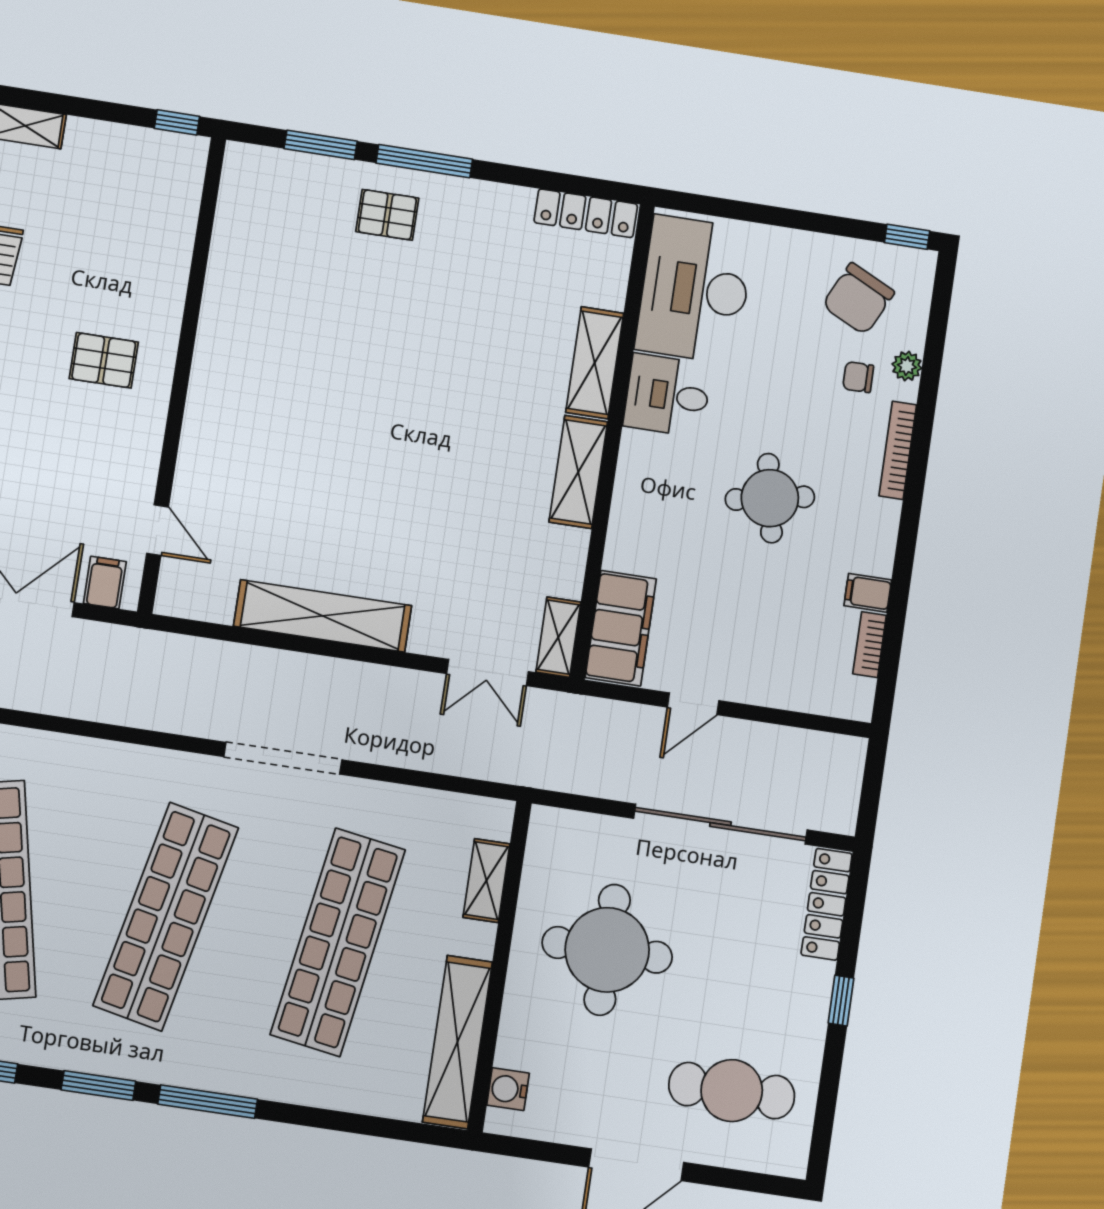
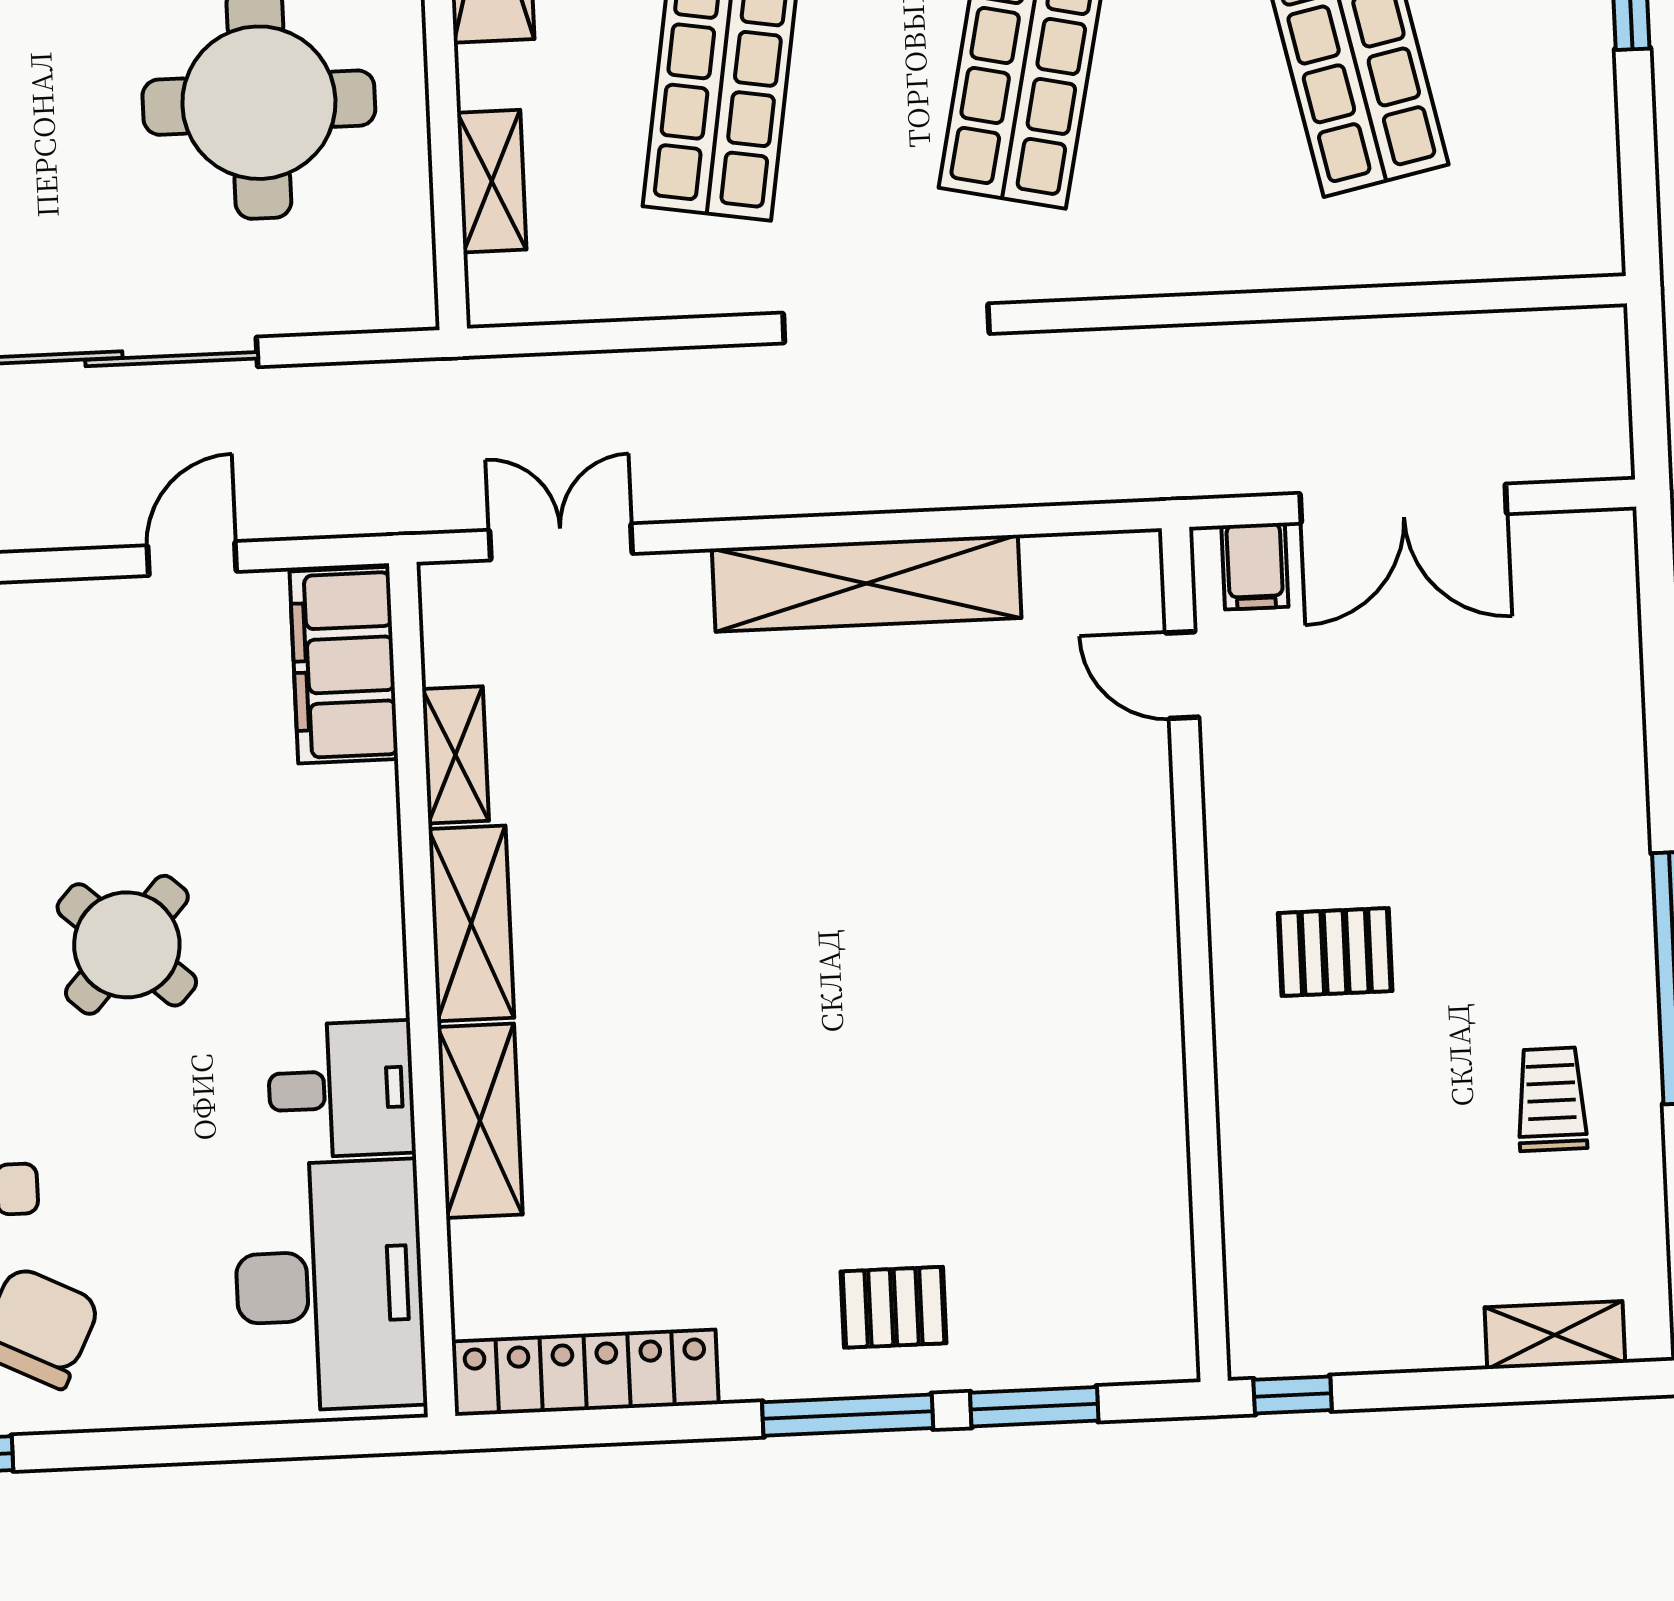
locker: (586, 213) -> (585, 1373), width x1.41, depth x1.21
round table: (770, 498) -> (127, 945), turned -37
shelving: (558, 637) -> (455, 755), moved

